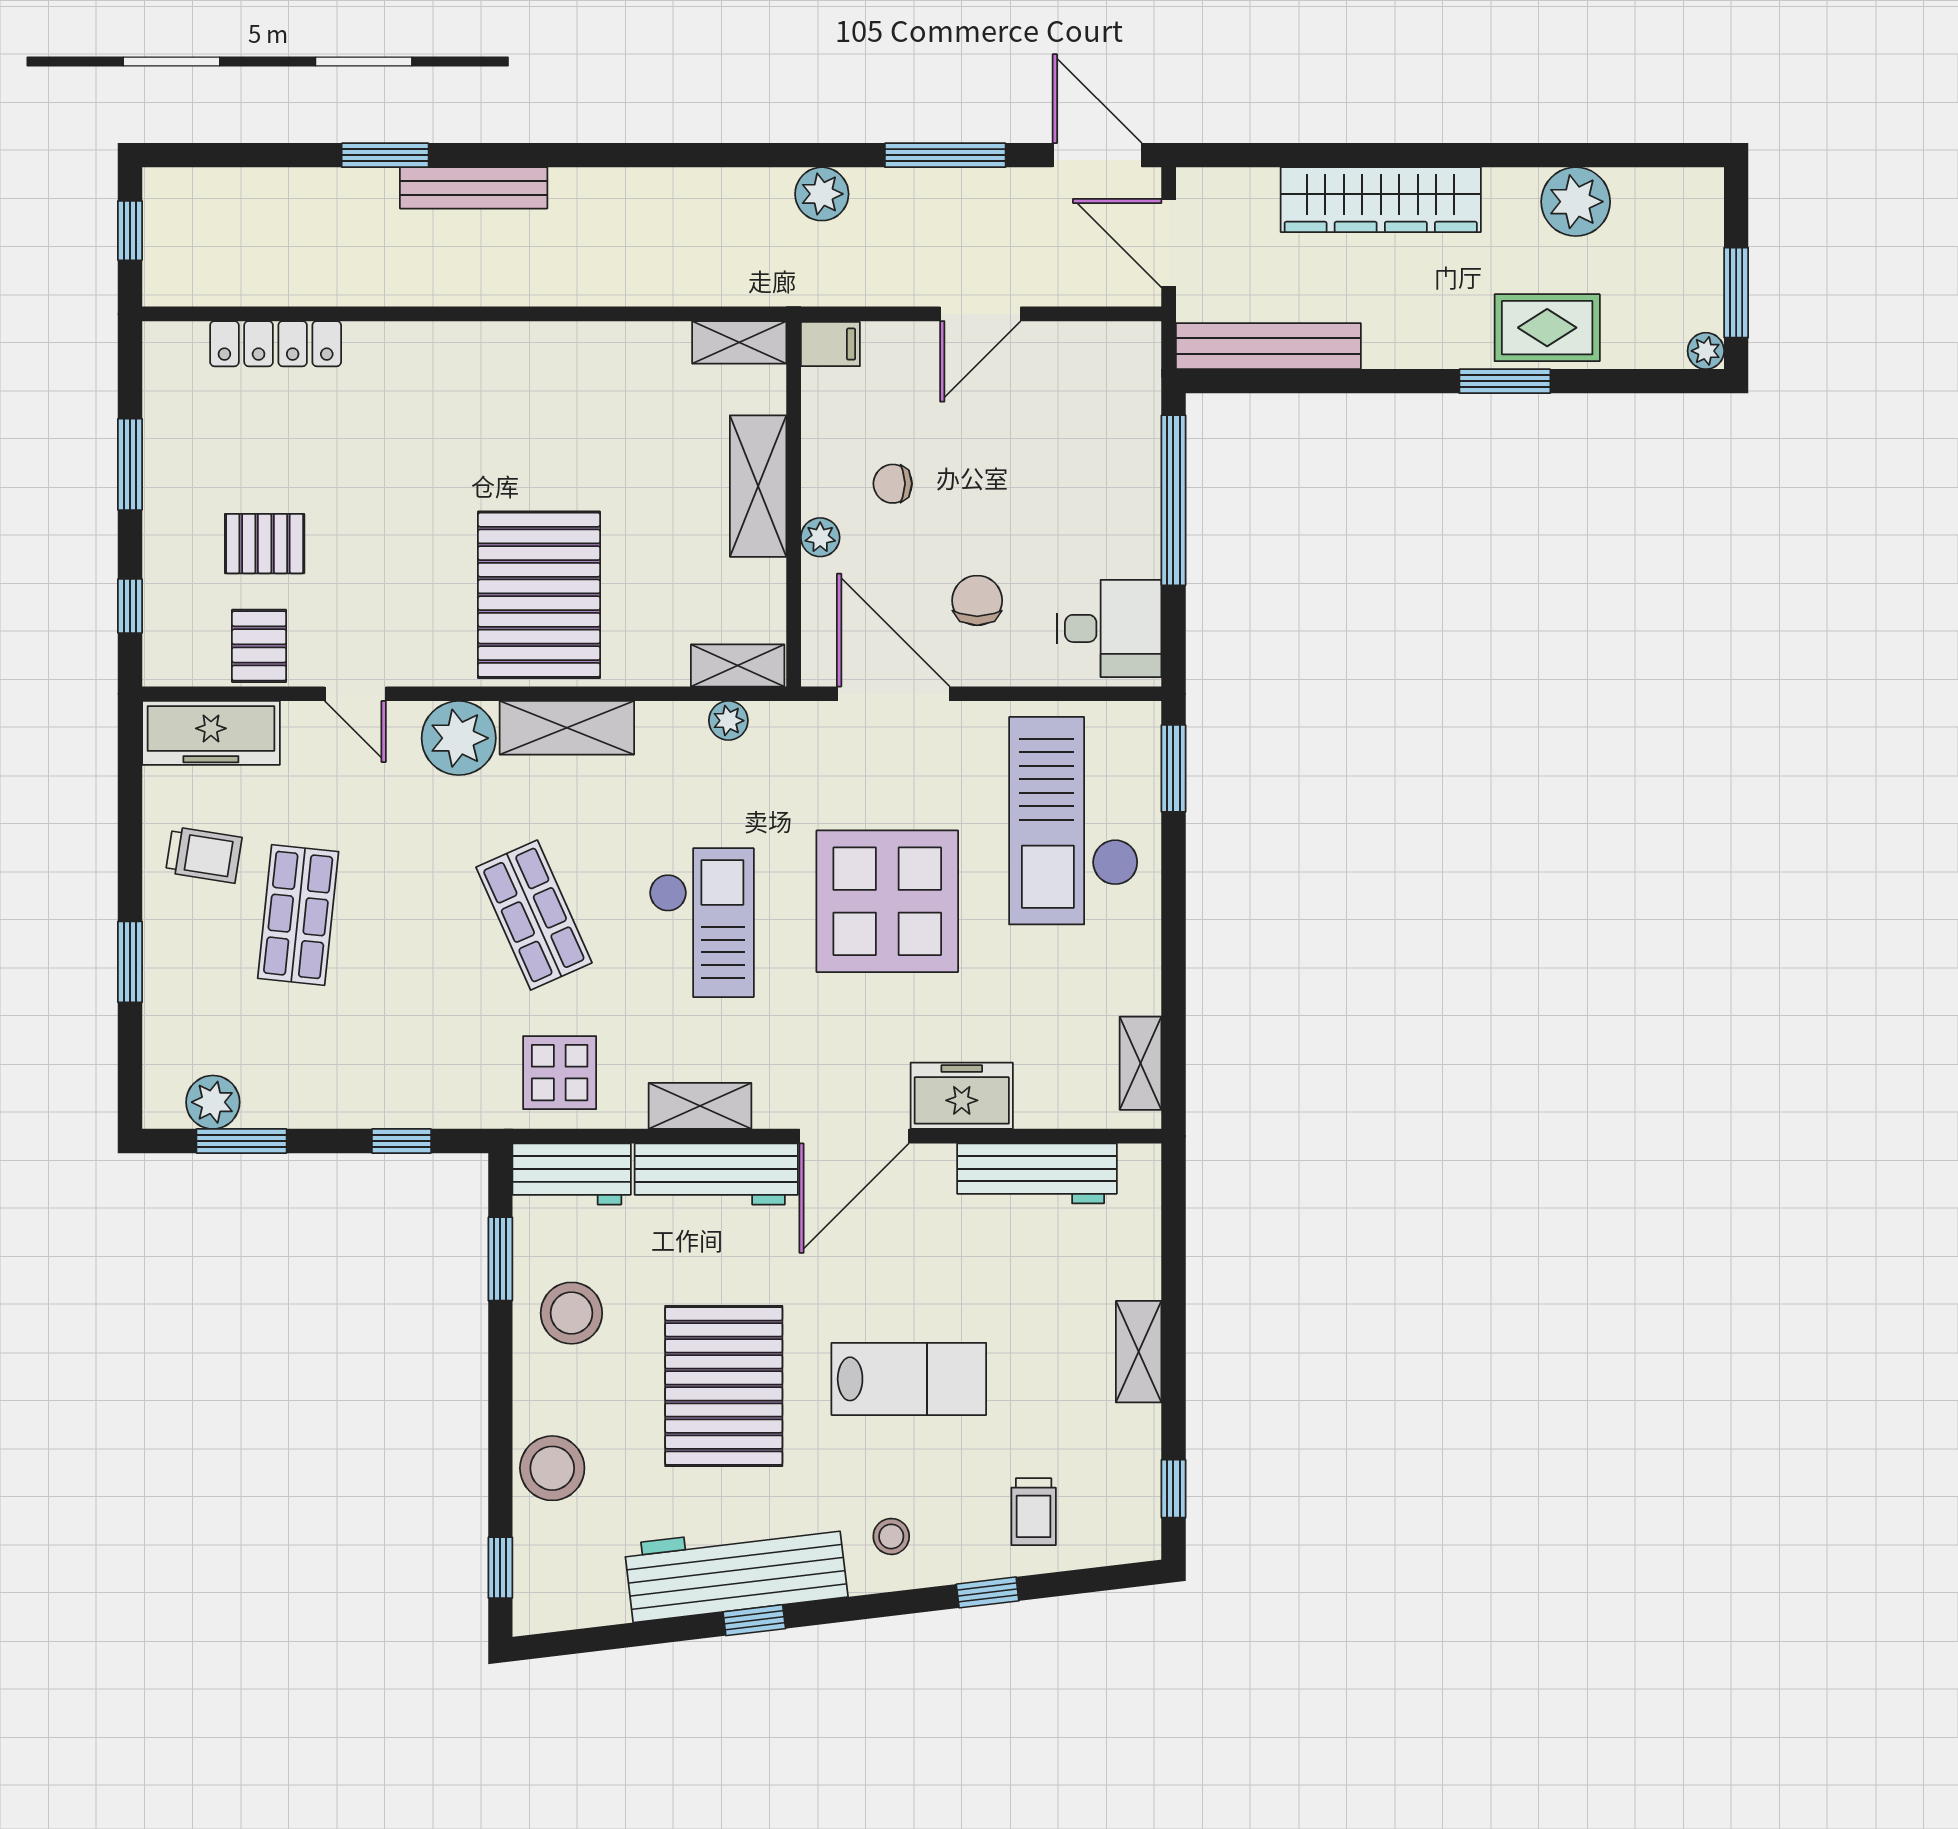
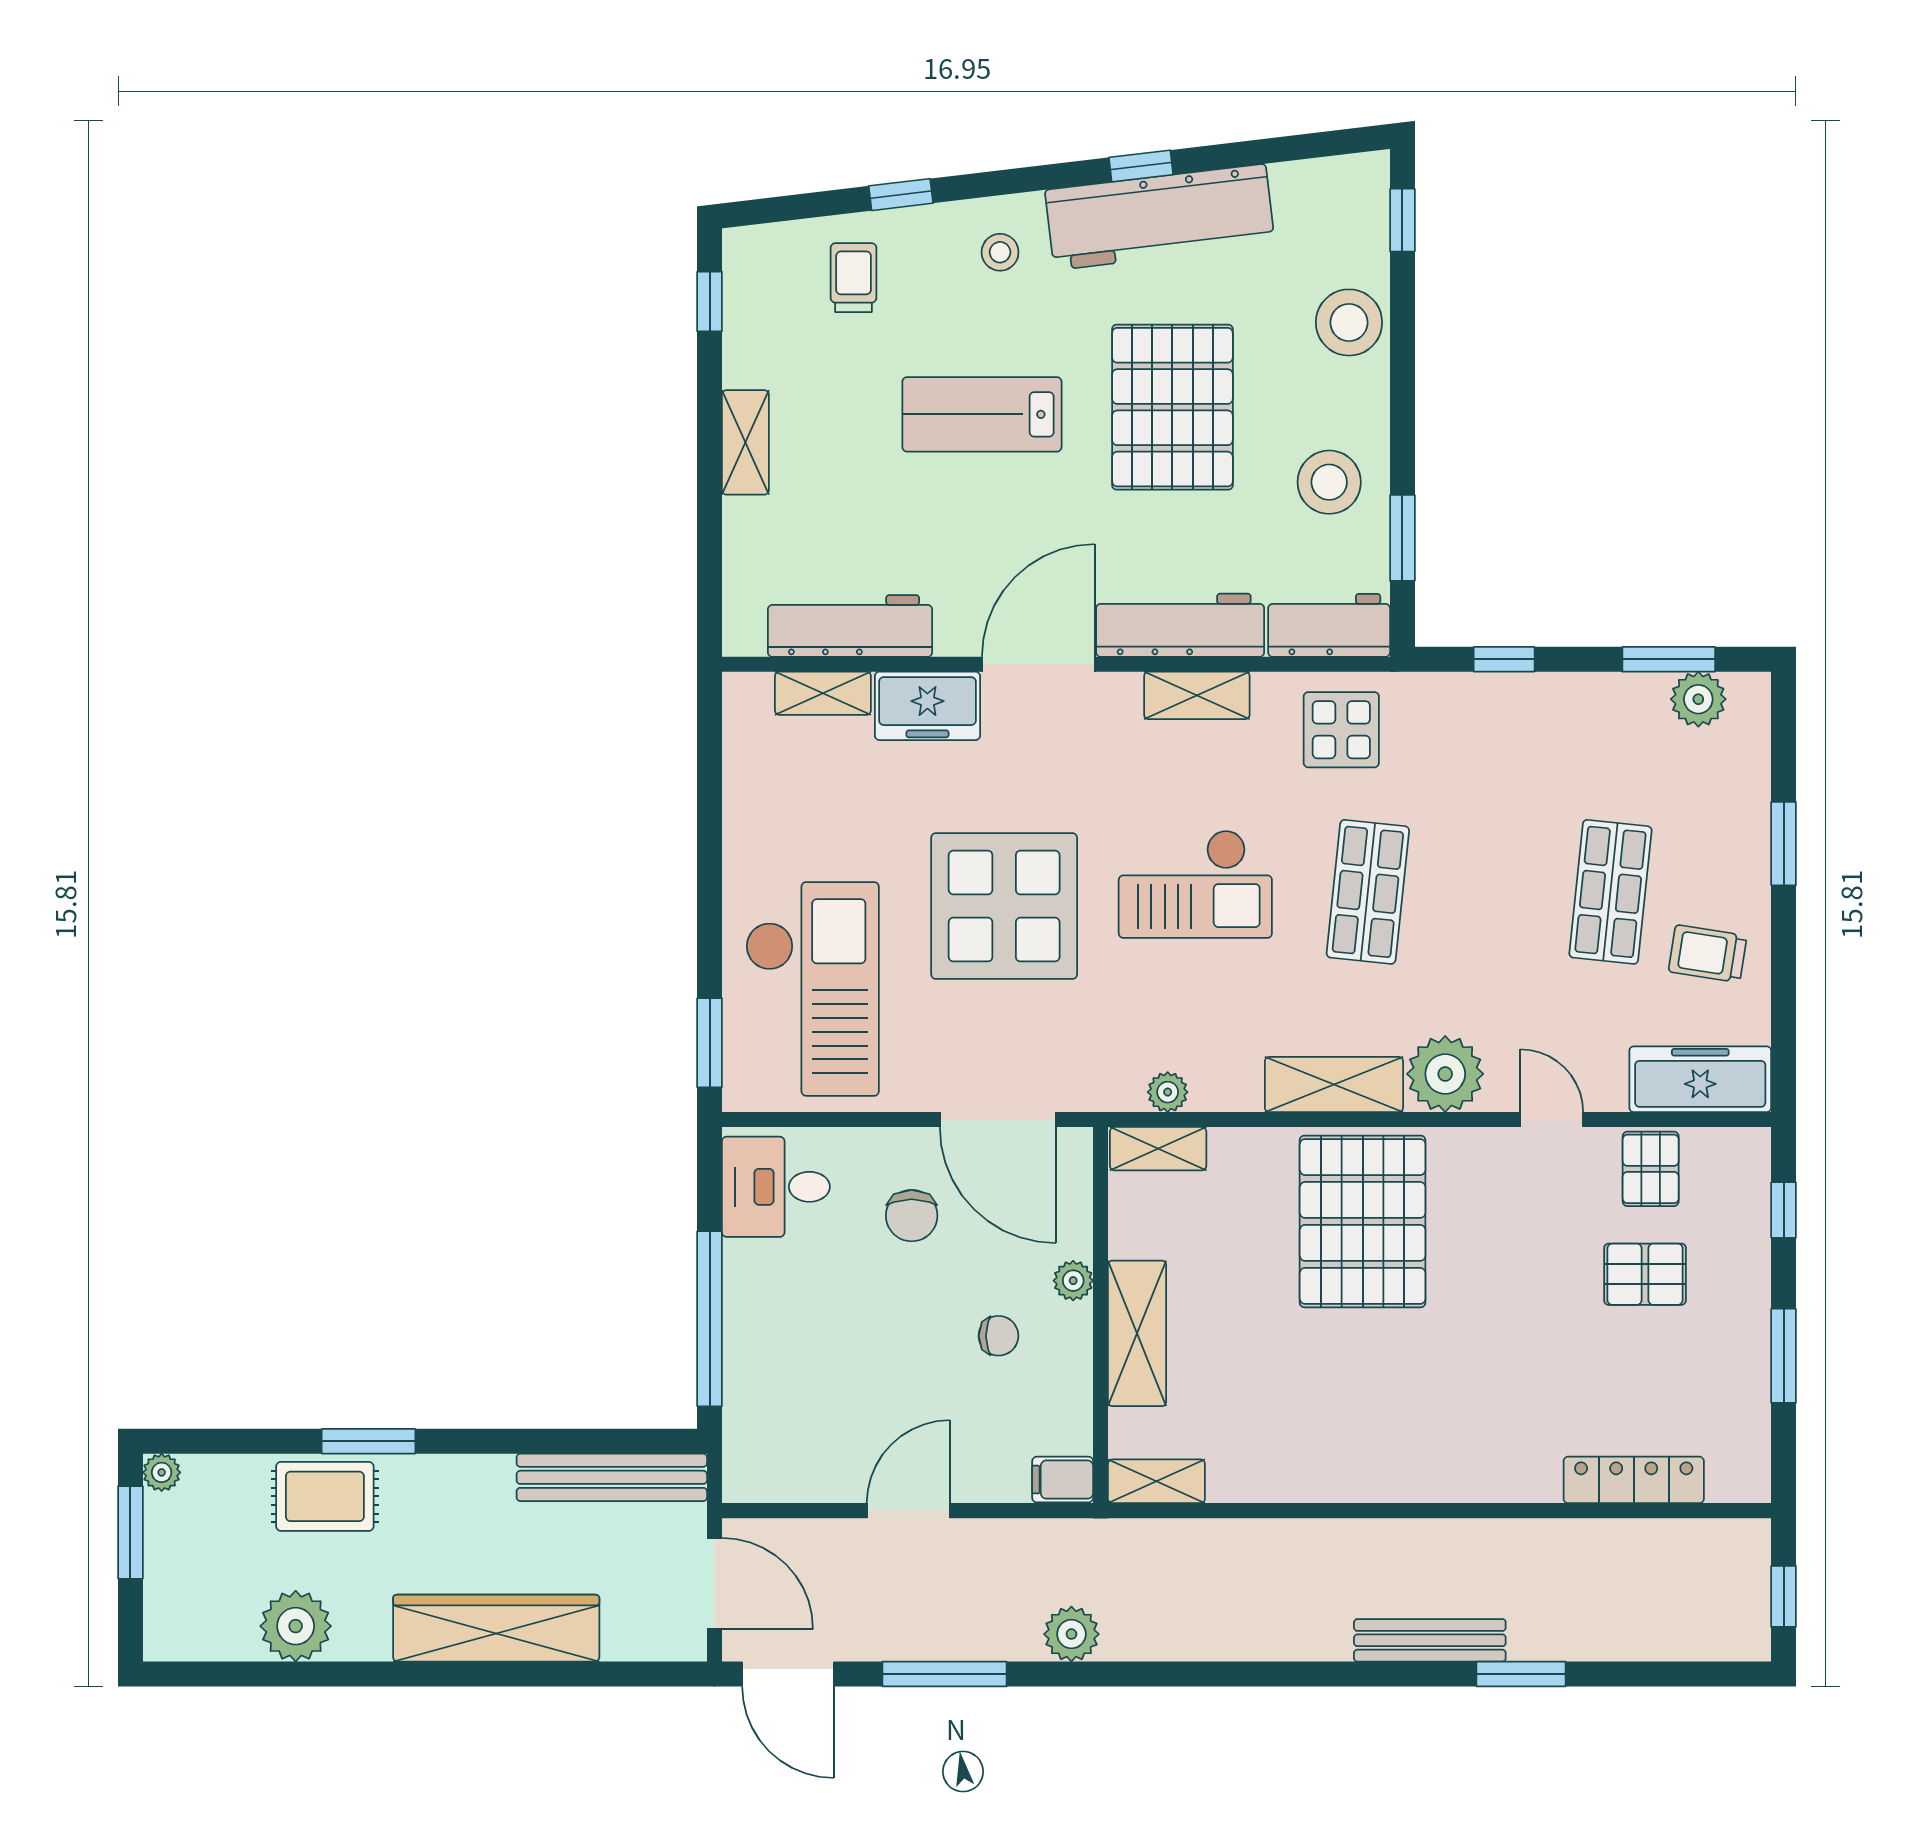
shop shelf: (534, 915) -> (1368, 892), turned 30
checkout: (701, 923) -> (1195, 884), turned -90
shelving: (1141, 1063) -> (823, 693), moved, turned 90

